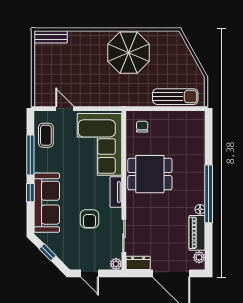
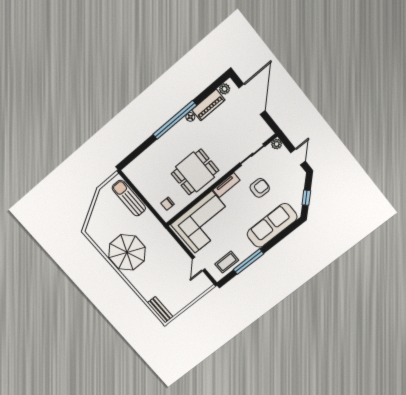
dining table: (150, 174) -> (195, 172), turned 90
window: (30, 193) -> (274, 242), removed
dresser: (138, 263) -> (263, 129), removed

